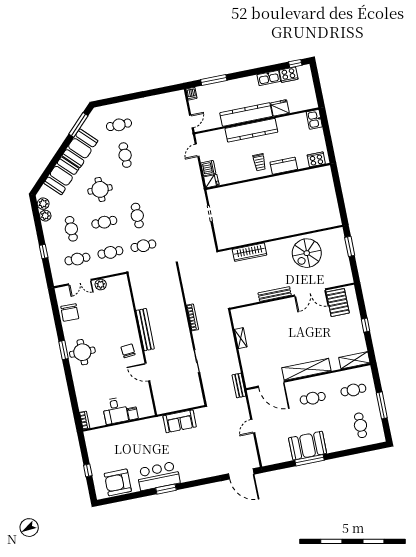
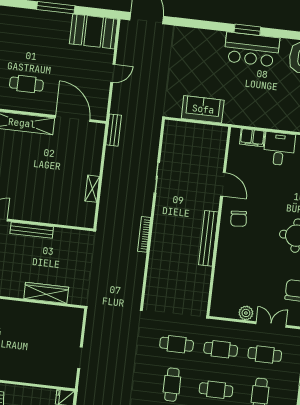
filing cabinet: (133, 413) -> (252, 138), width x2.00
booth: (308, 446) -> (94, 31), moved

